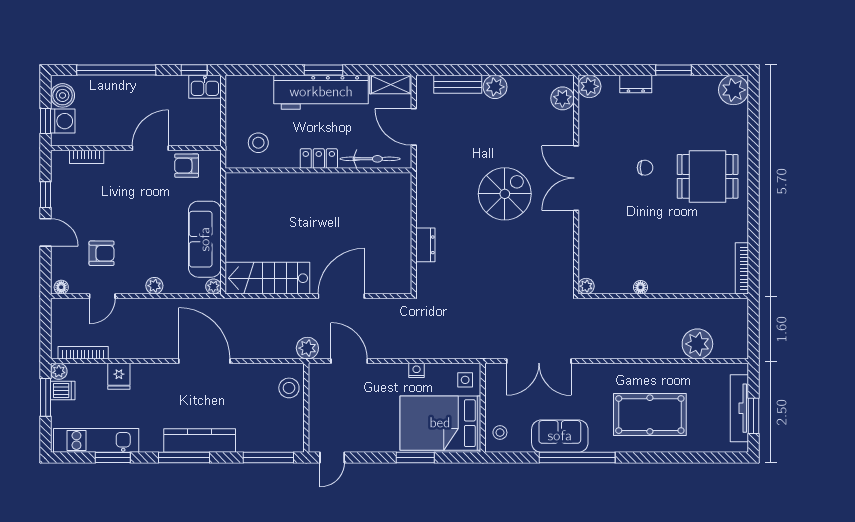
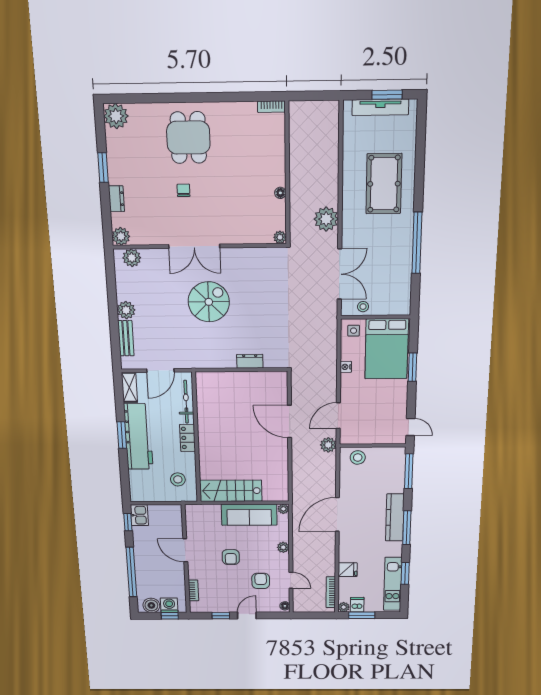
armchair: (187, 166) -> (231, 557), moved
spiral stairs: (505, 194) -> (209, 302), turned 90
bookcase: (742, 268) -> (271, 107), width x0.64
stairs: (267, 278) -> (231, 491), moved, turned 90
plant: (697, 344) -> (326, 219), moved
stool: (500, 433) -> (363, 307), moved
sofa: (560, 436) -> (399, 257), removed

